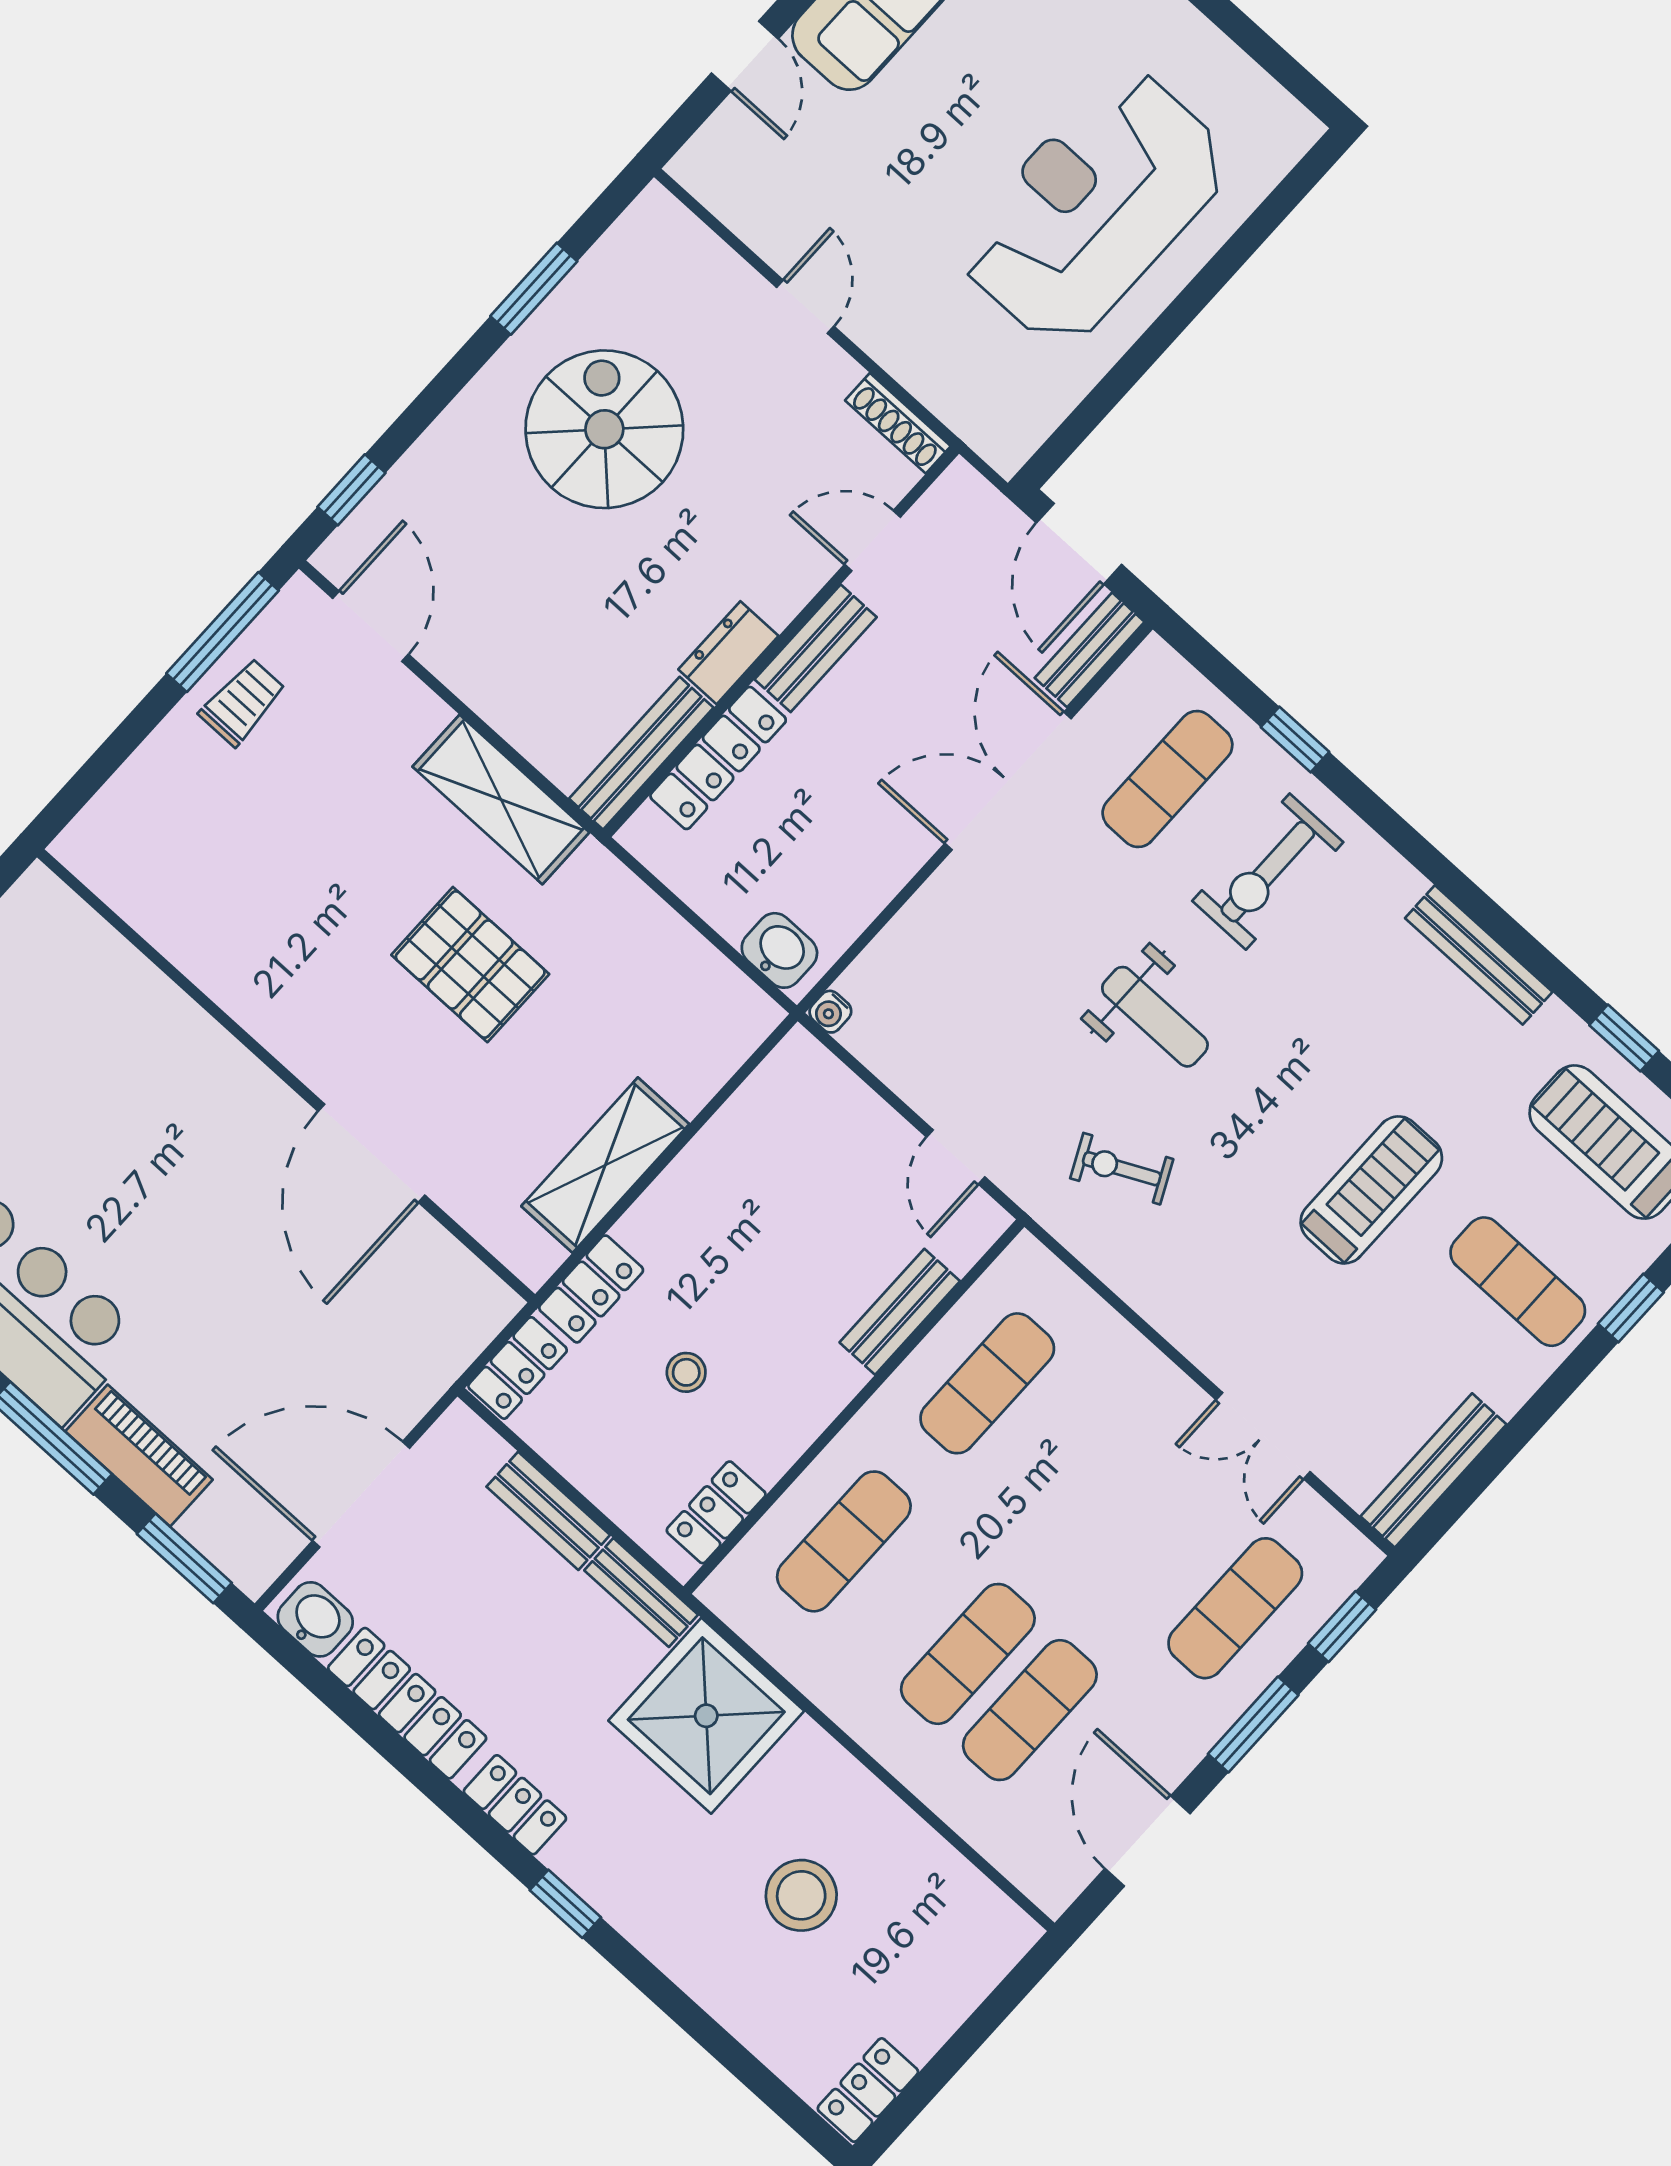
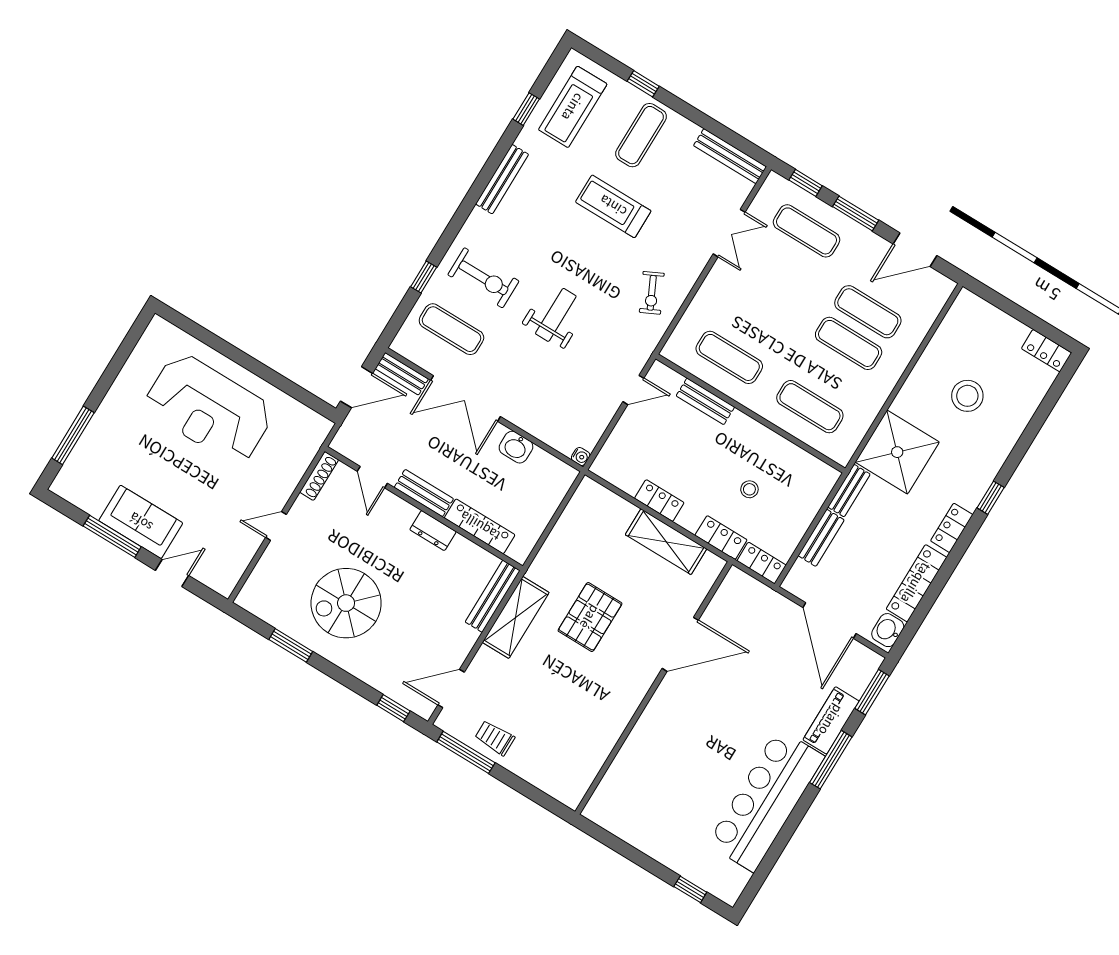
bench: (641, 753) -> (493, 596), moved, turned 90
washbasin: (779, 950) -> (516, 447), moved, turned -90
exercise bike: (1122, 1169) -> (652, 293), moved
locker: (716, 1512) -> (659, 501), moved, turned 180

